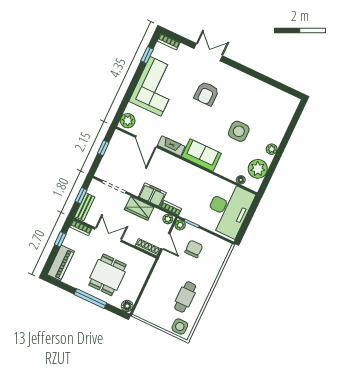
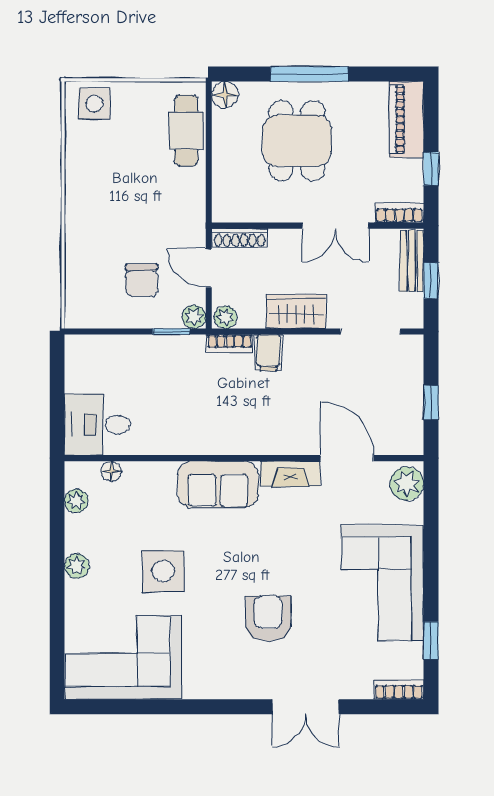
corner sofa: (270, 105) -> (123, 658), added
plant: (258, 169) -> (76, 501), width x0.53, depth x0.53
filing cabinet: (152, 195) -> (268, 353), width x0.50
desk: (229, 209) -> (98, 425), width x0.53, depth x0.77
cafe table: (185, 297) -> (186, 131), moved

